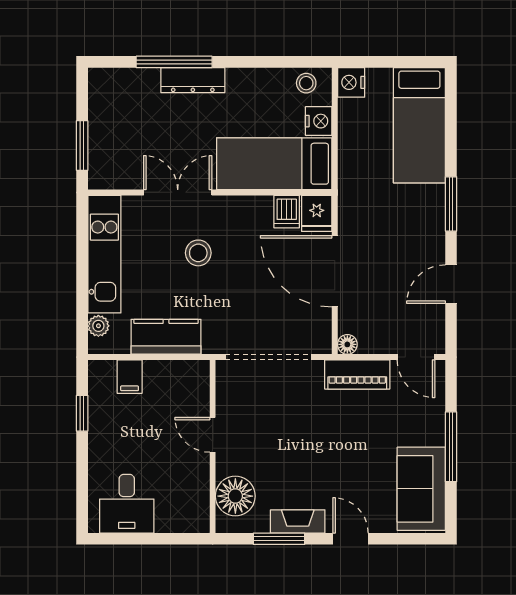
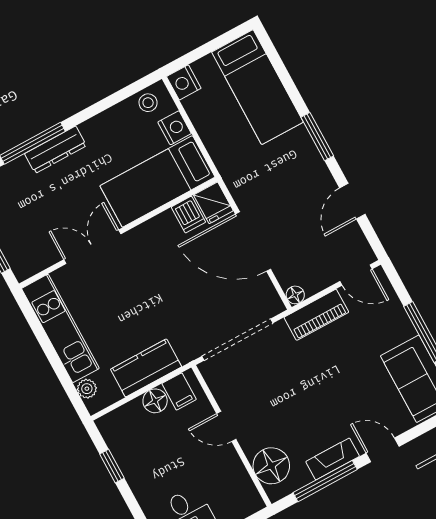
stool: (198, 253) -> (135, 286), removed
floor lamp: (158, 373) -> (155, 401), added
filing cabinet: (130, 377) -> (179, 392), moved
window: (279, 539) -> (325, 481), width x1.44

